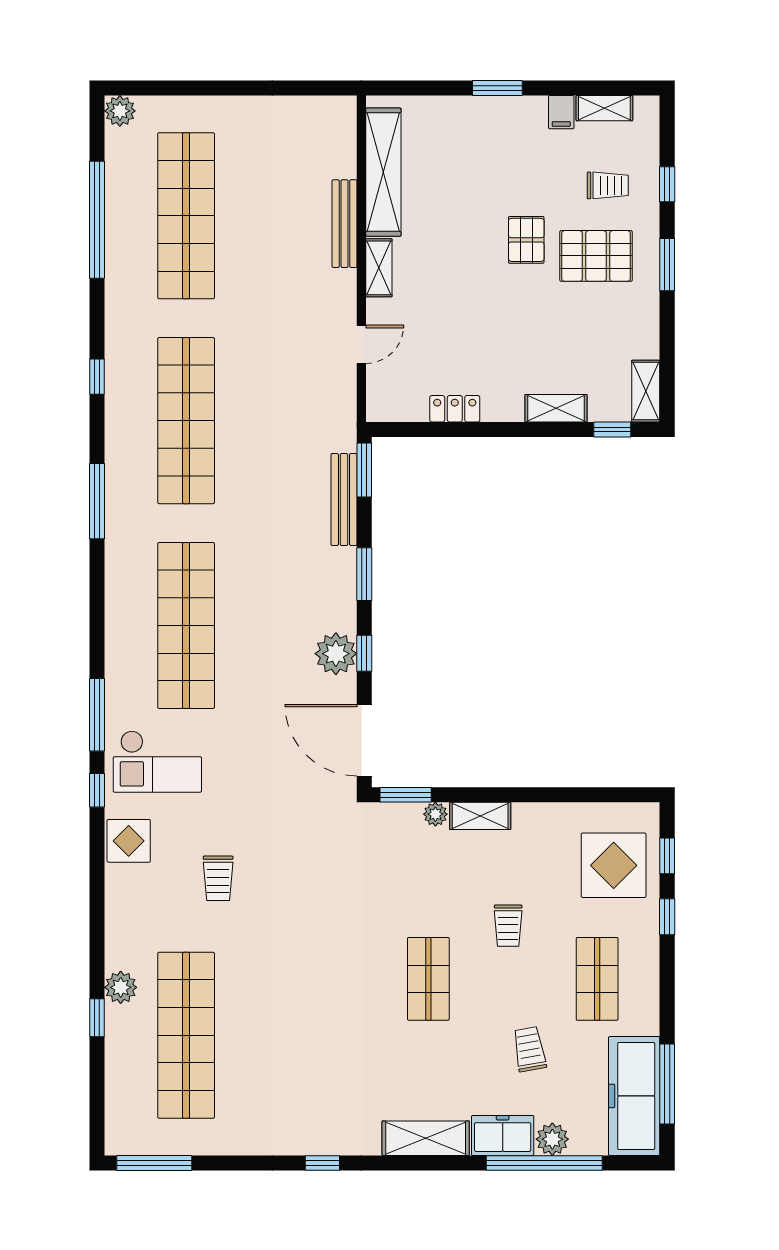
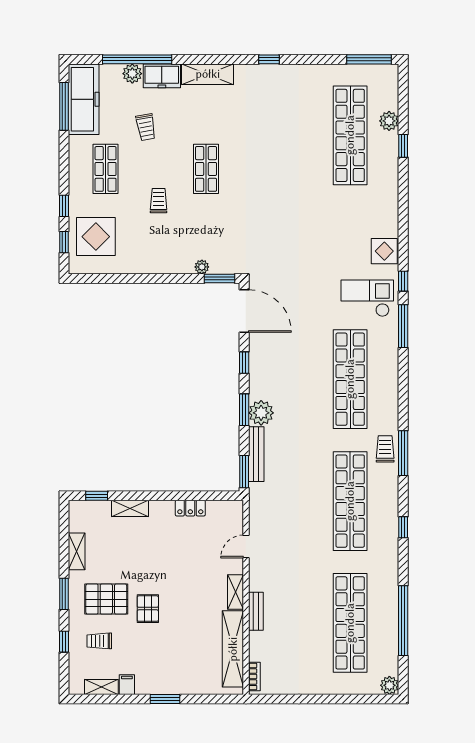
bookcase: (347, 126) -> (254, 677), added
bench: (345, 224) -> (256, 611), width x0.73
shelving: (646, 391) -> (77, 551), moved
plant: (336, 654) -> (261, 413), moved
shelving: (480, 816) -> (175, 266), removed
trolley: (218, 878) -> (385, 449), moved
plant: (121, 987) -> (389, 121), moved

